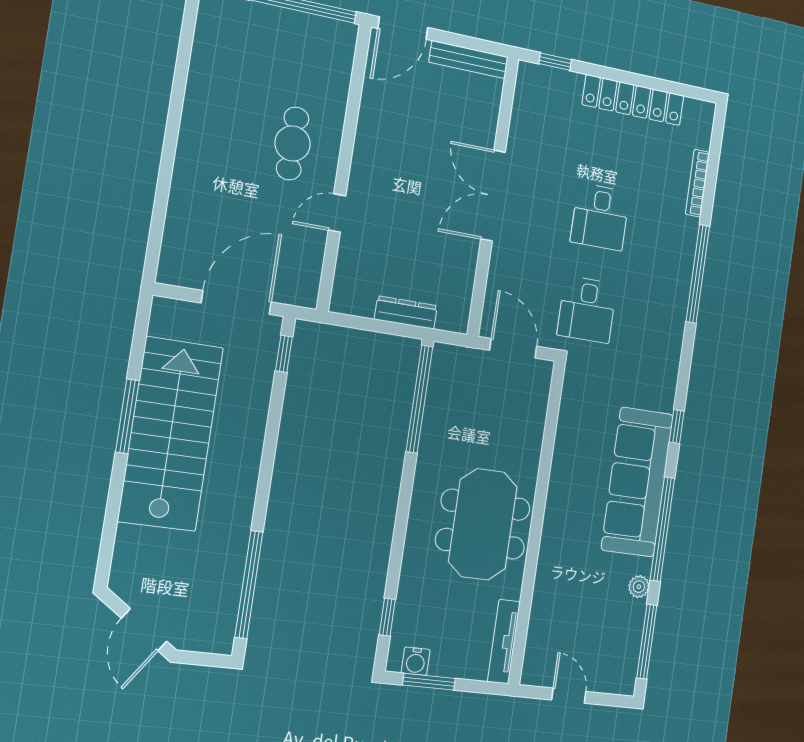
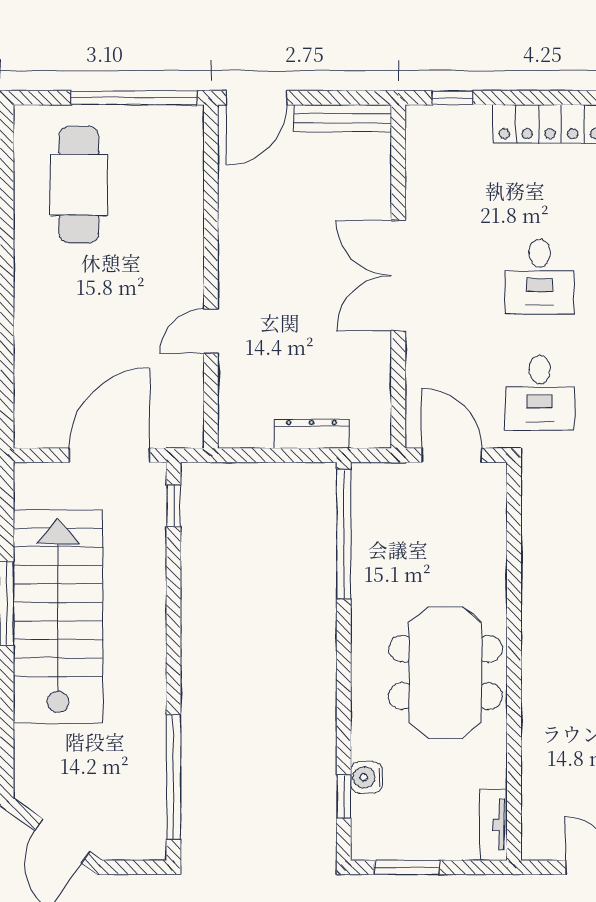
cafe table: (293, 143) -> (79, 185), moved, width x1.37, depth x1.35
tv unit: (504, 642) -> (494, 825), width x0.71
water cooler: (416, 661) -> (366, 777), moved, turned 90

